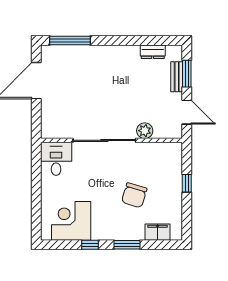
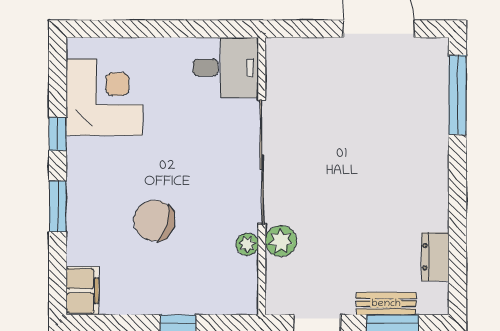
plant: (146, 148) -> (247, 244), added
filing cabinet: (158, 232) -> (82, 291), moved

